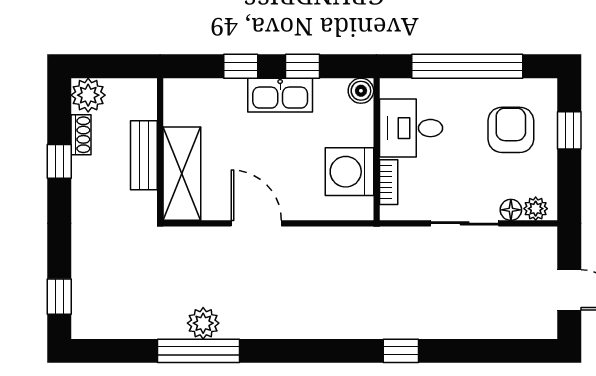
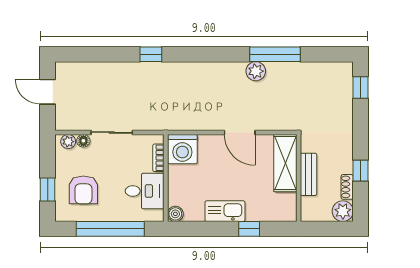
window: (302, 66) -> (211, 229), removed
washing machine: (350, 172) -> (182, 149), moved, turned 90
plant: (203, 323) -> (256, 71), moved

